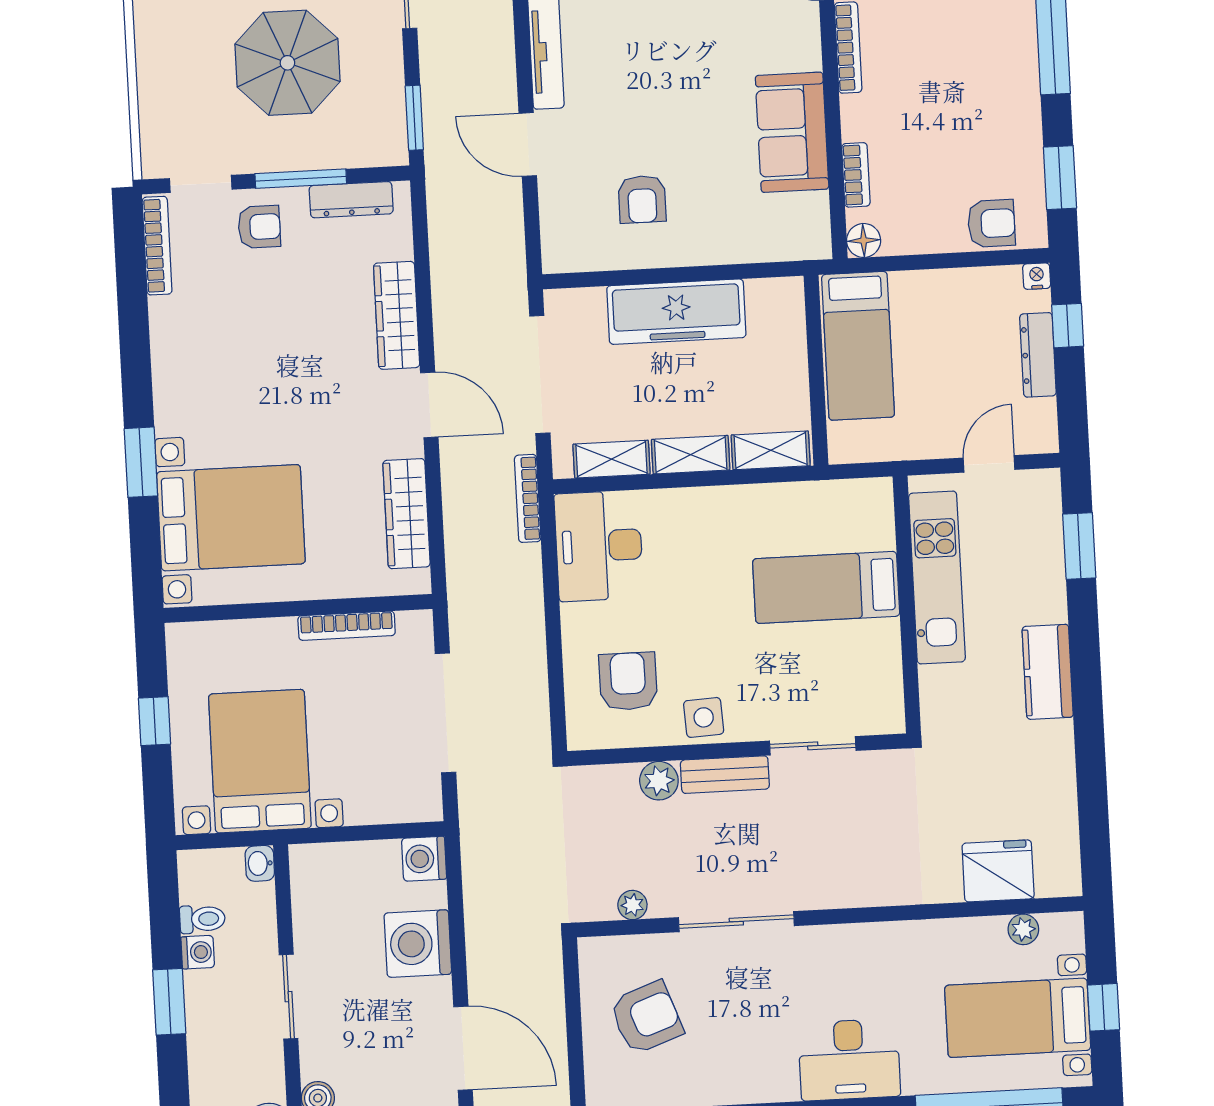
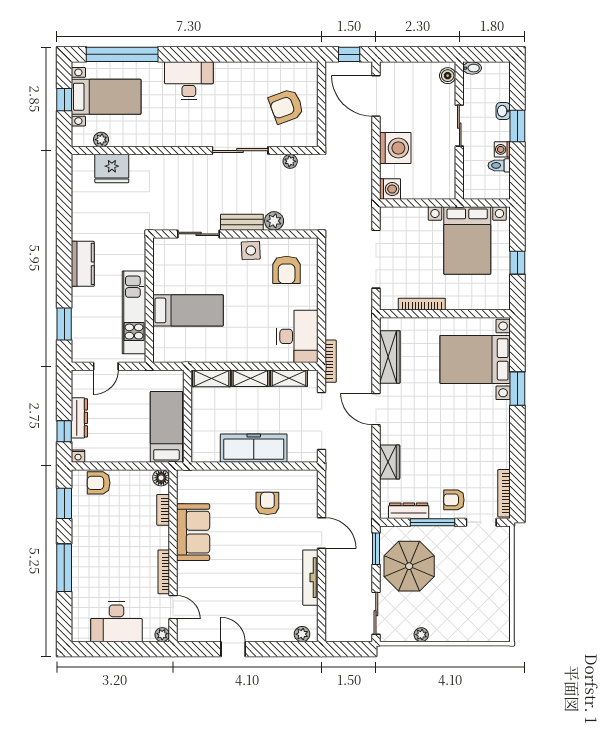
parasol: (287, 63) -> (409, 566), moved
wardrobe: (397, 315) -> (390, 462), width x0.67
washbasin: (260, 863) -> (503, 111), moved, turned 180

